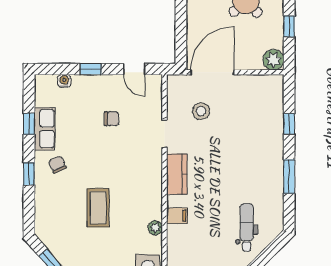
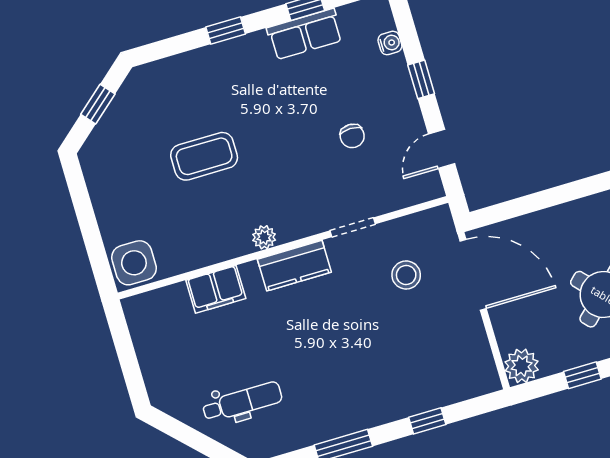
chair: (57, 165) -> (254, 71), removed
filing cabinet: (177, 216) -> (216, 289), width x2.00
plant: (155, 228) -> (264, 237), moved

